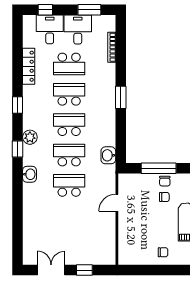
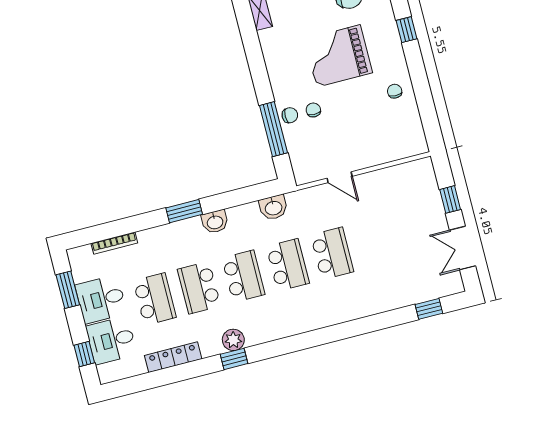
school desk: (69, 125) -> (243, 276), turned 180
plant: (30, 137) -> (233, 340), moved
window: (18, 149) -> (429, 309), moved
school desk: (69, 155) -> (288, 265), turned 180
washbasin: (29, 174) -> (215, 222), moved, turned 180
school desk: (69, 185) -> (332, 253), turned 180

